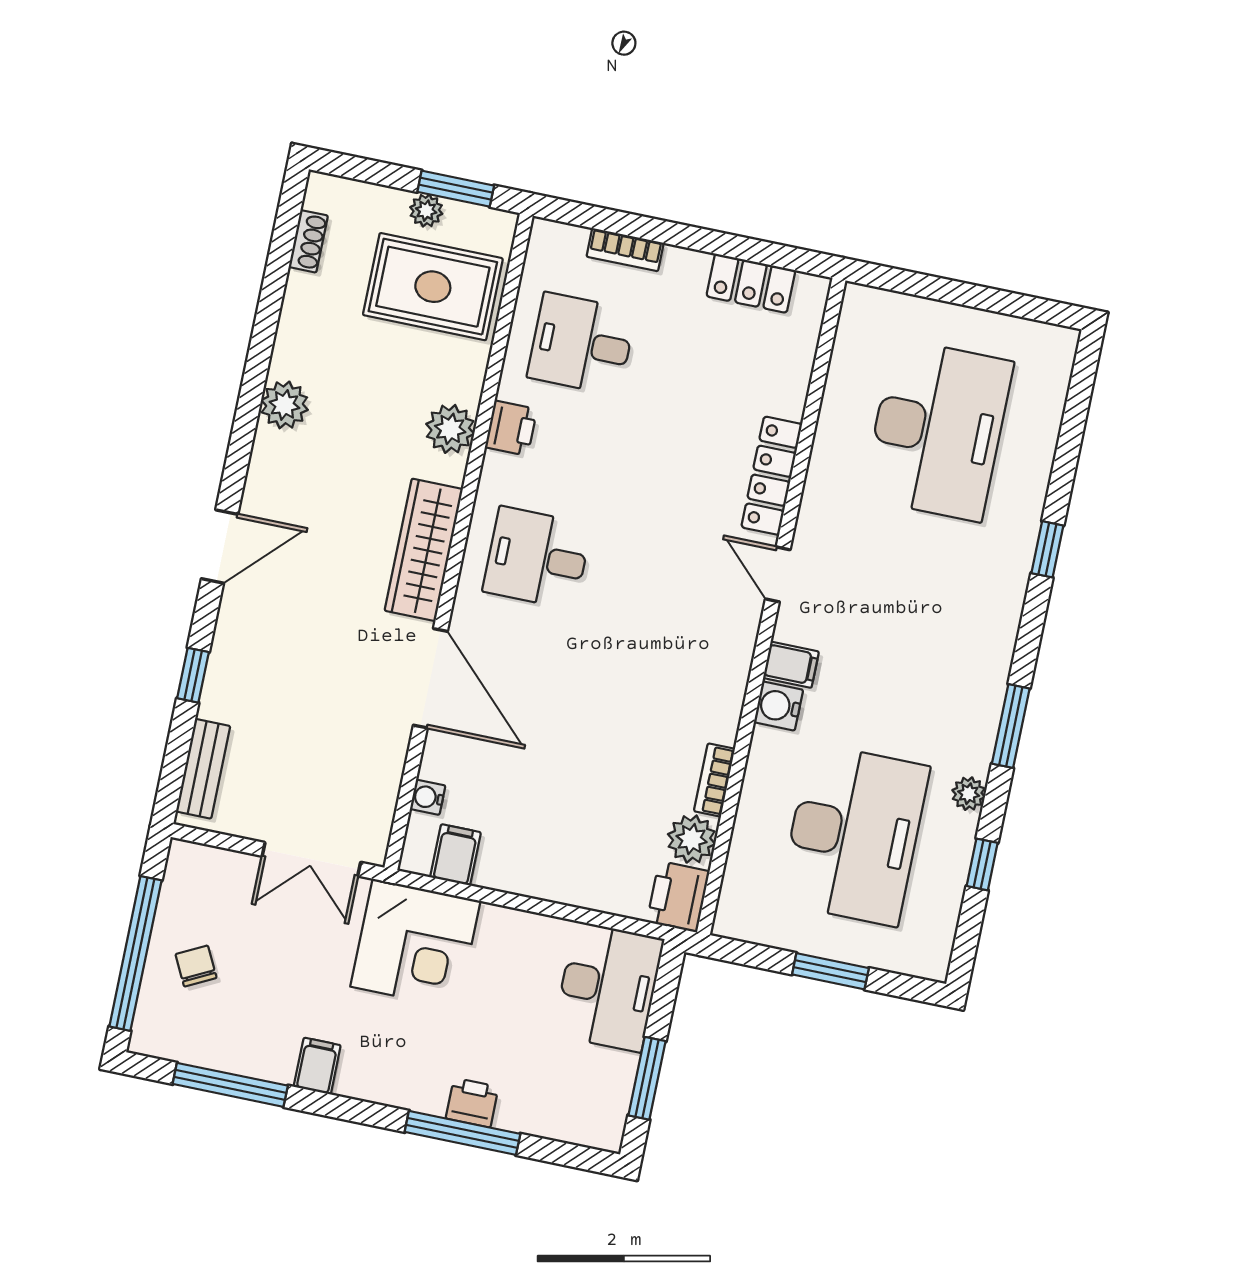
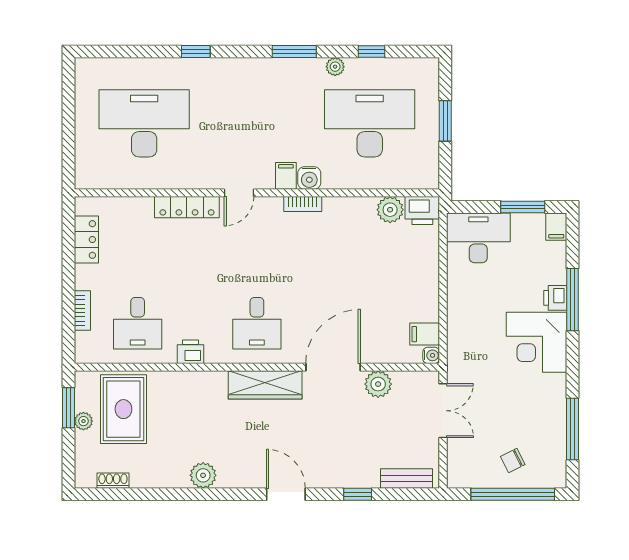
plant: (450, 429) -> (378, 384), moved
bookcase: (714, 780) -> (303, 204), moved
water cooler: (428, 797) -> (431, 355), moved, turned -90
corner desk: (415, 944) -> (536, 342), moved, turned 180
filing cabinet: (317, 1066) -> (556, 227), moved, turned -90

